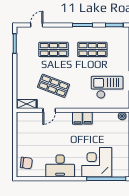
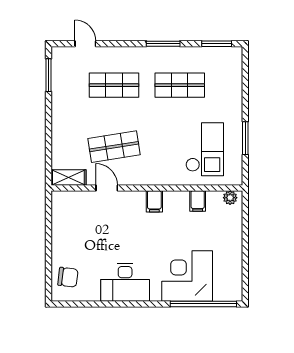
door: (37, 25) -> (85, 44), hinge flipped
shop shelf: (53, 86) -> (114, 147), turned -30
checkout: (107, 87) -> (205, 149), turned 90
door: (49, 110) -> (107, 188), swing flipped
filing cabinet: (88, 118) -> (198, 201), moved

